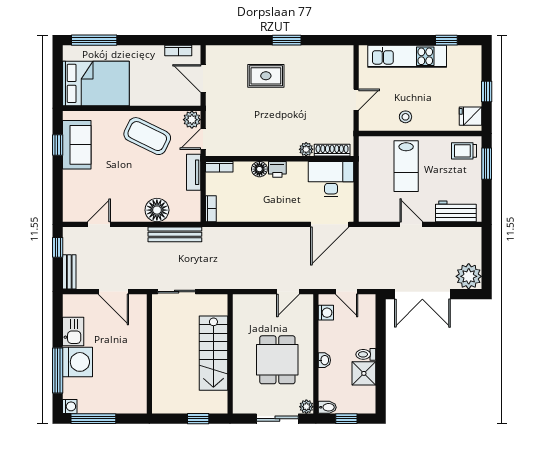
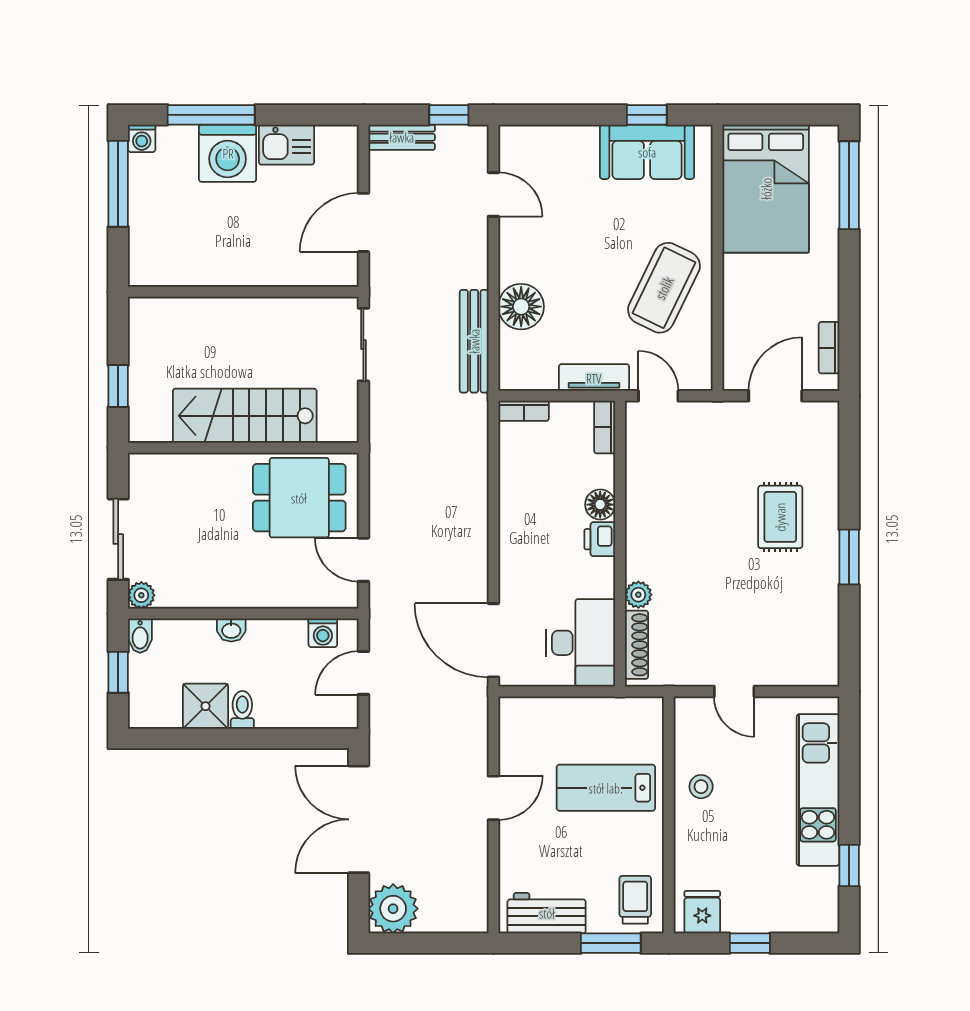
plant: (192, 120) -> (696, 374), removed
workbench: (456, 211) -> (547, 913), moved, turned -90
dining table: (277, 360) -> (299, 498), moved

